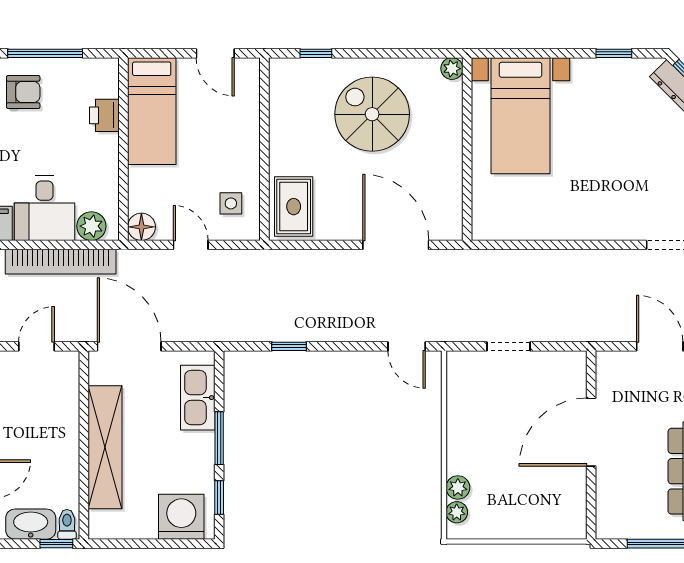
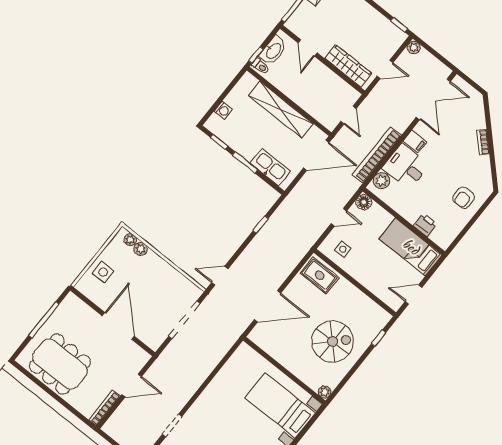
window: (45, 53) -> (473, 221), removed
doorway: (508, 346) -> (184, 320), width x1.88
side table: (532, 514) -> (103, 272), added
washing machine: (181, 517) -> (223, 110), width x0.53, depth x0.53

